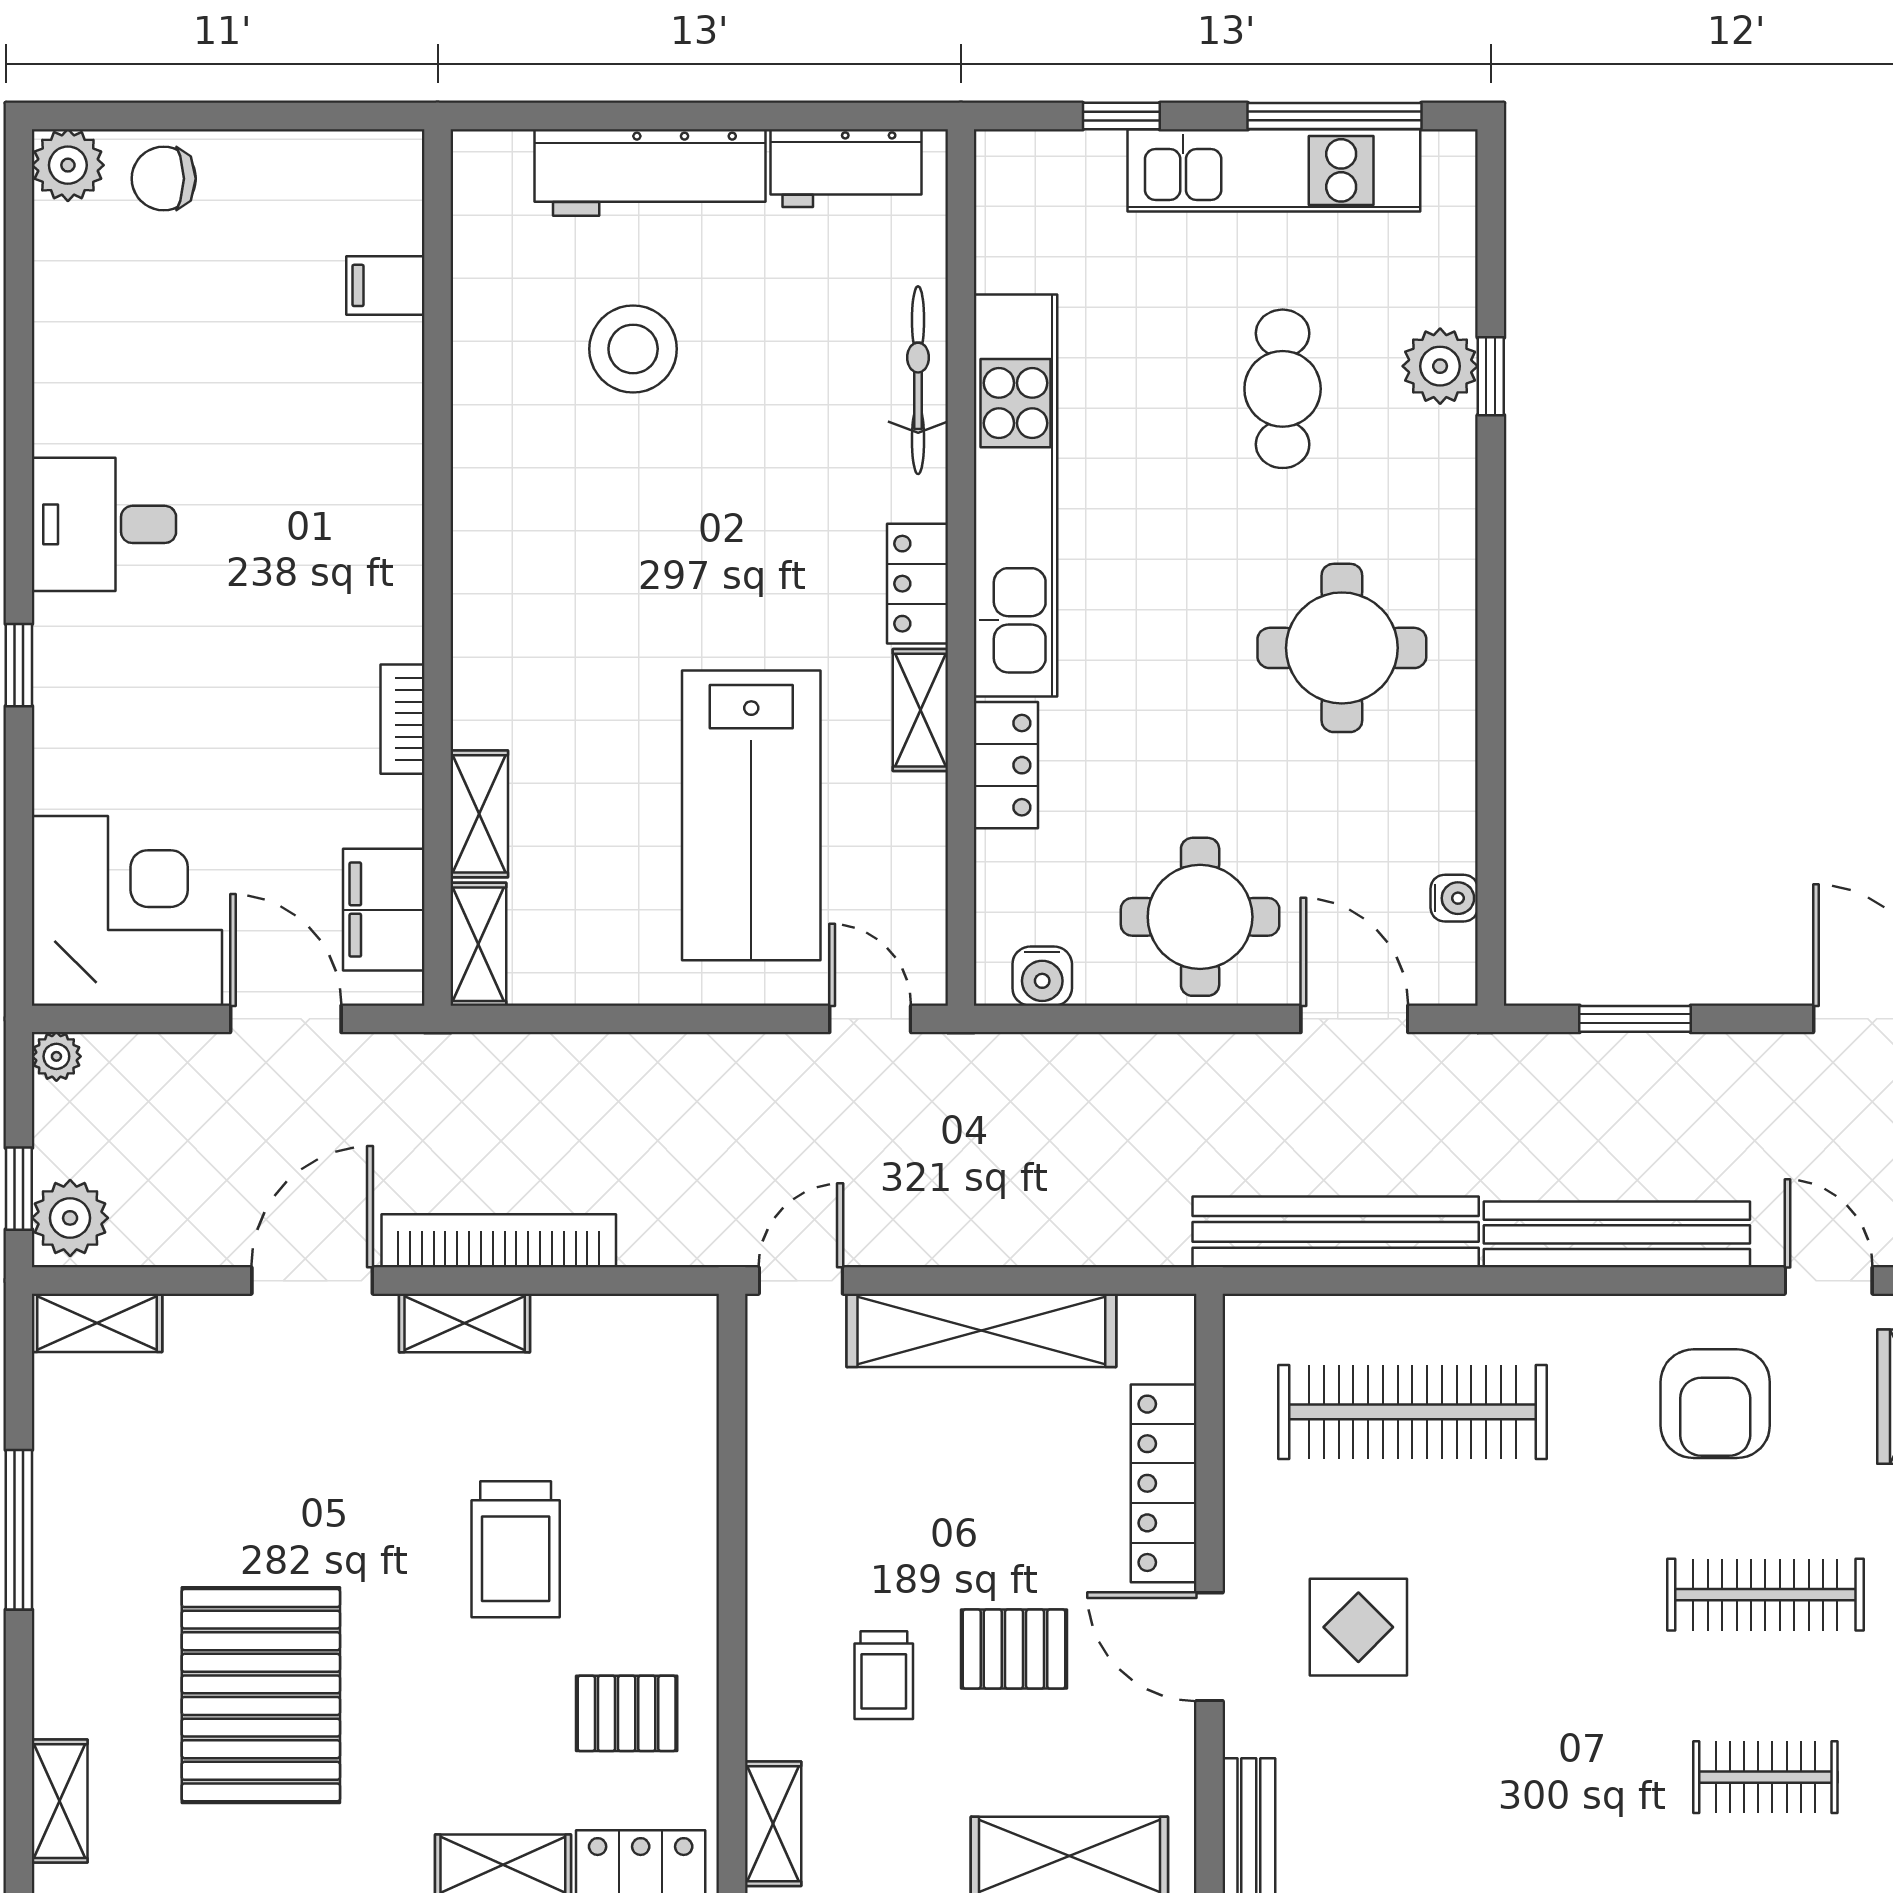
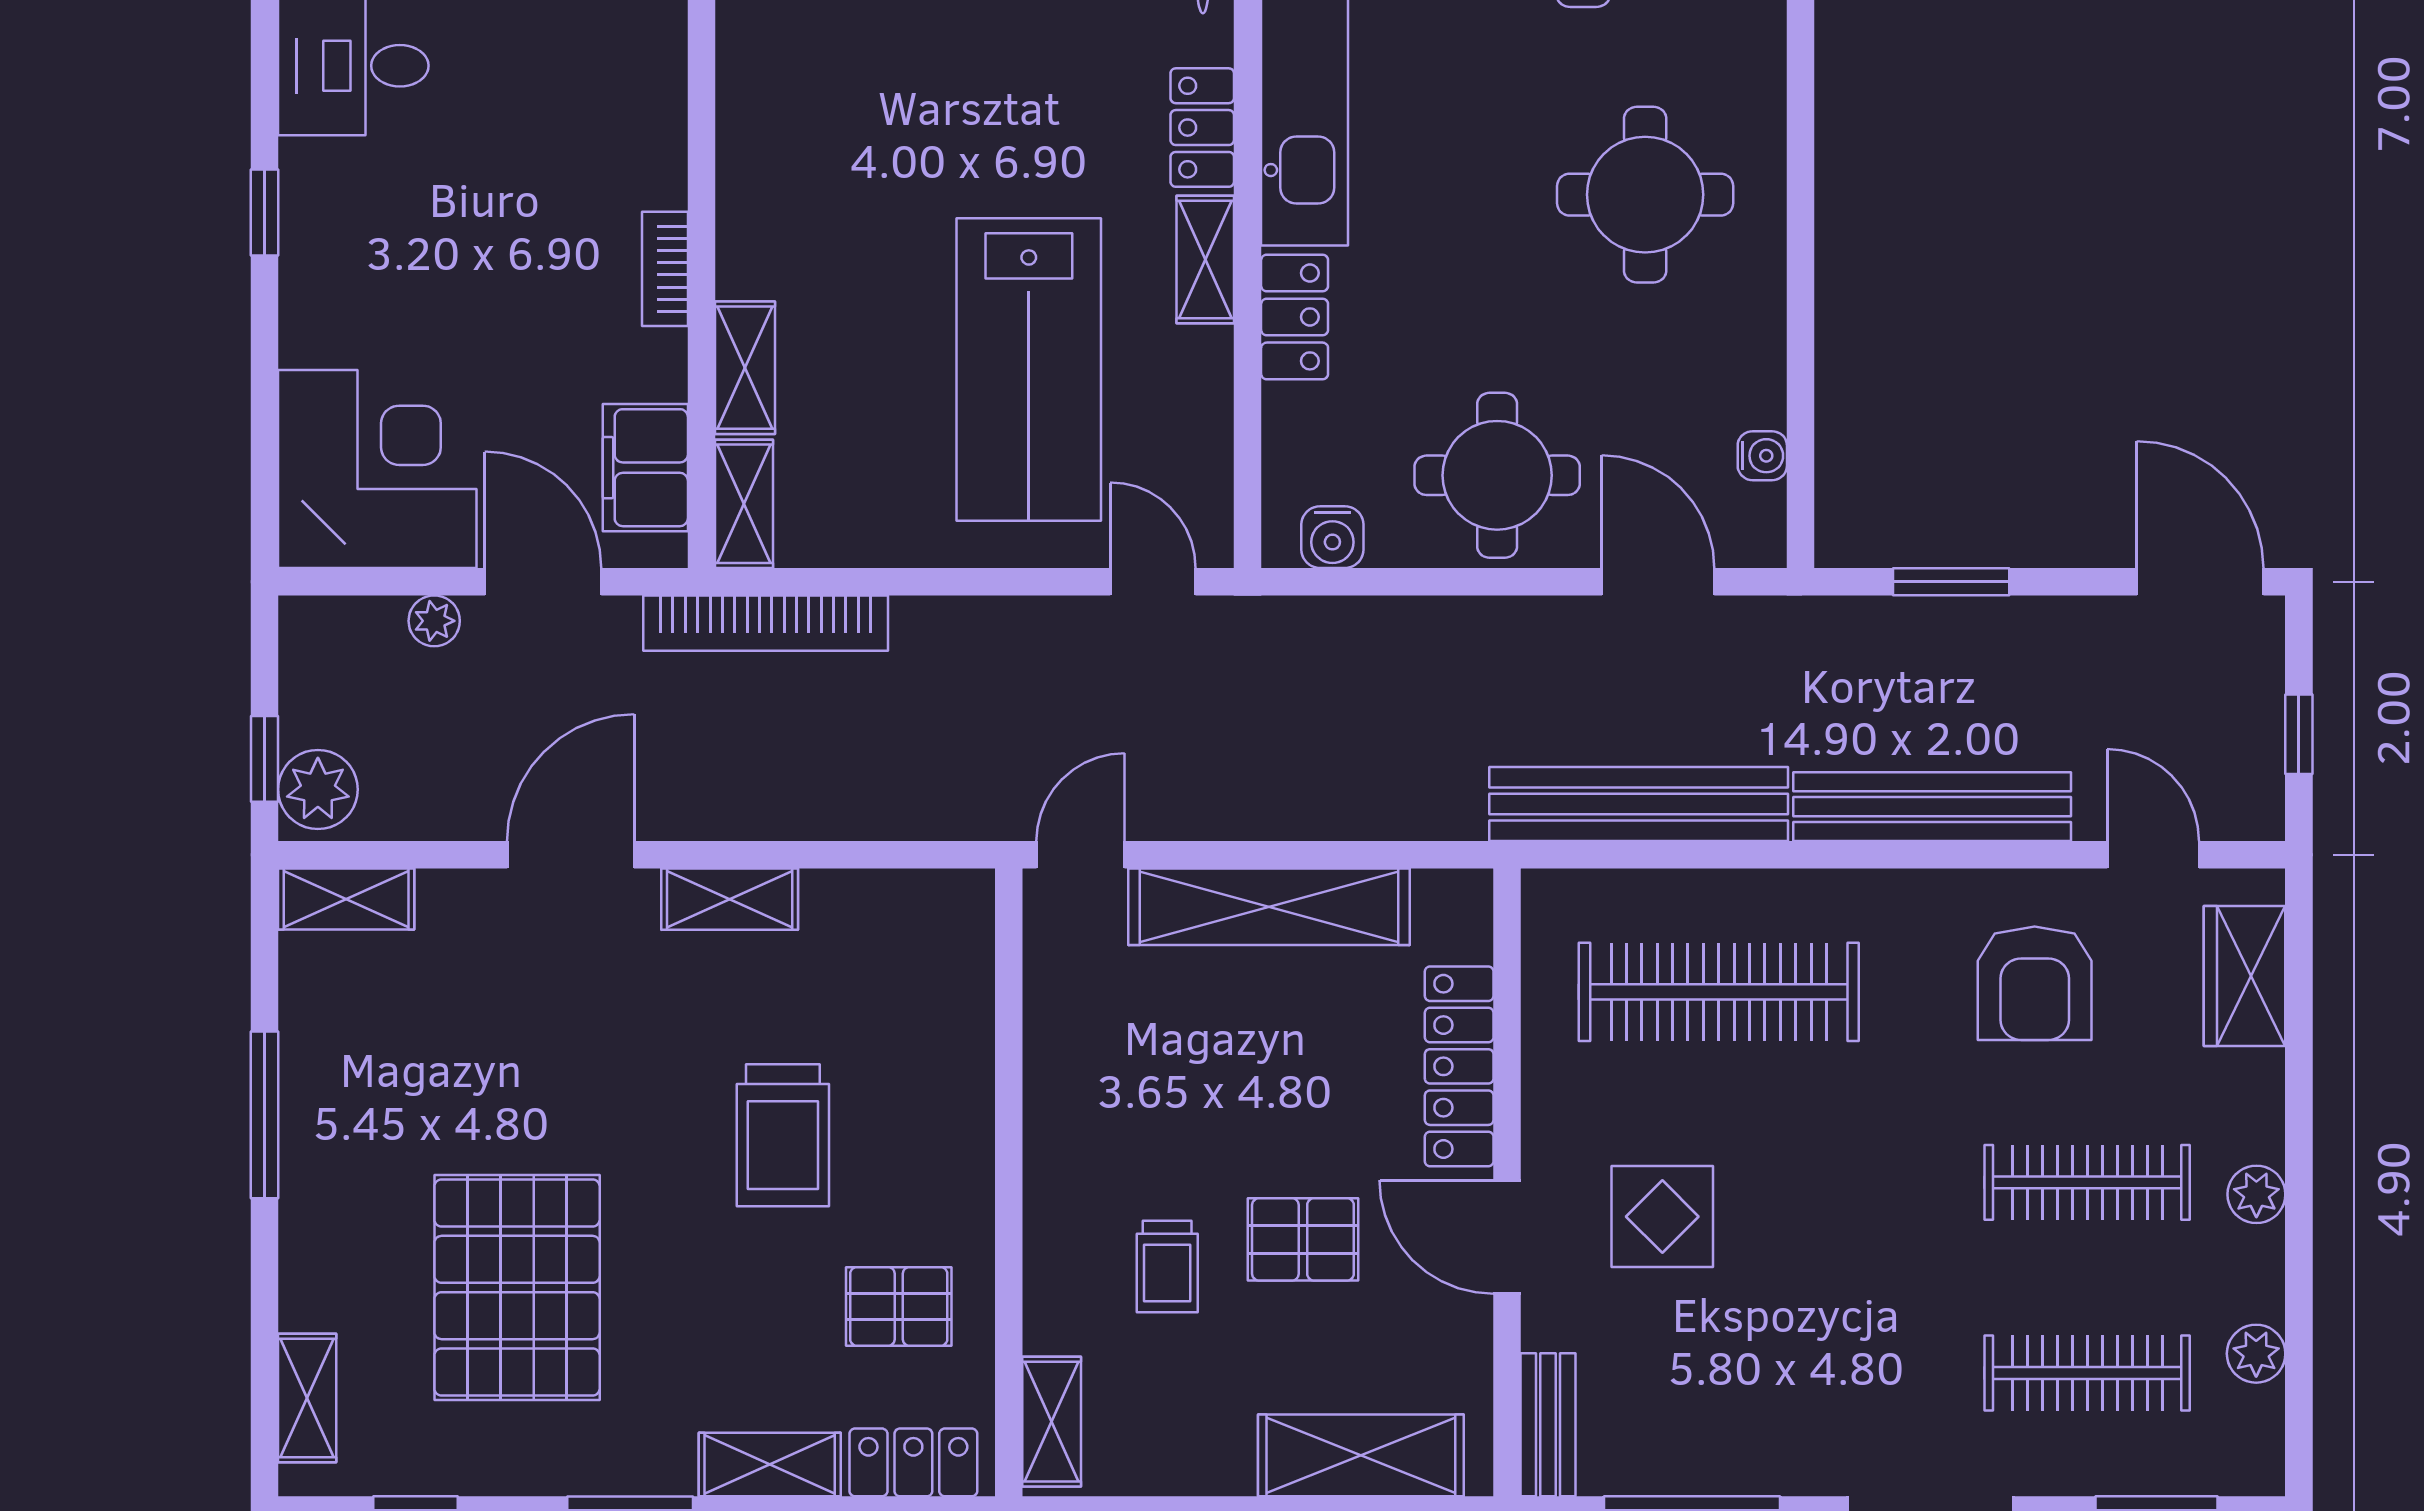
plant: (56, 1056) -> (434, 621), moved
bookcase: (499, 1241) -> (766, 623), moved, turned 180
clothes rail: (1765, 1777) -> (2087, 1373), width x1.36

